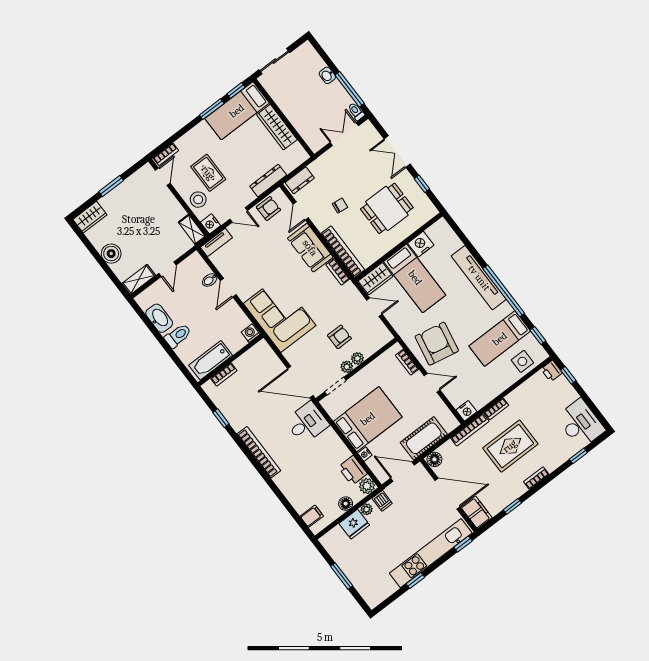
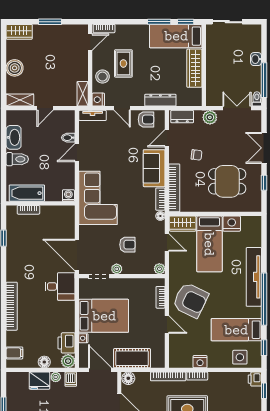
plant: (326, 162) -> (210, 117), added
floor lamp: (350, 287) -> (160, 216), added
armchair: (437, 344) -> (190, 300), turned 105
plant: (357, 358) -> (159, 269), moved
nightstand: (466, 411) -> (200, 362), moved
bookcase: (259, 452) -> (12, 306), moved

